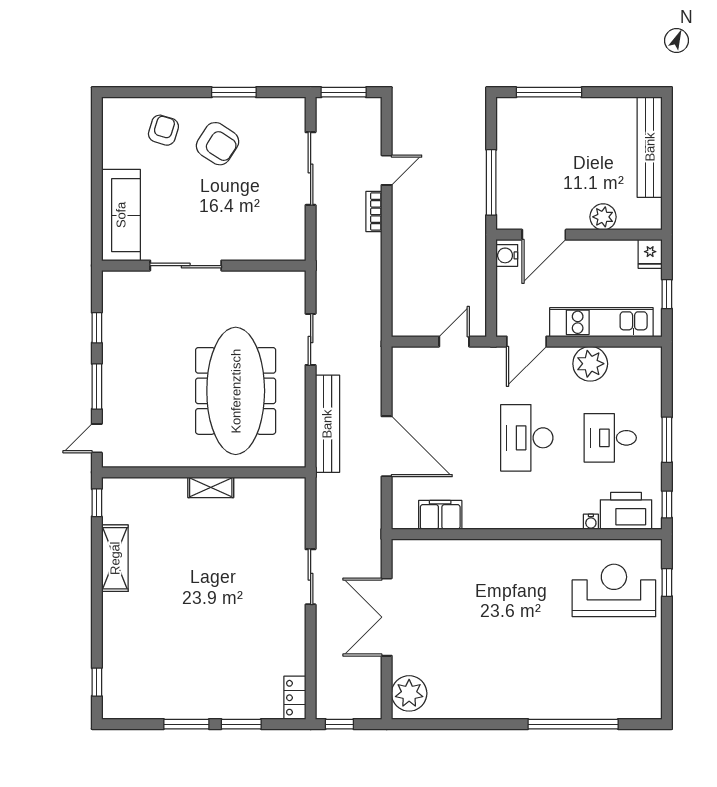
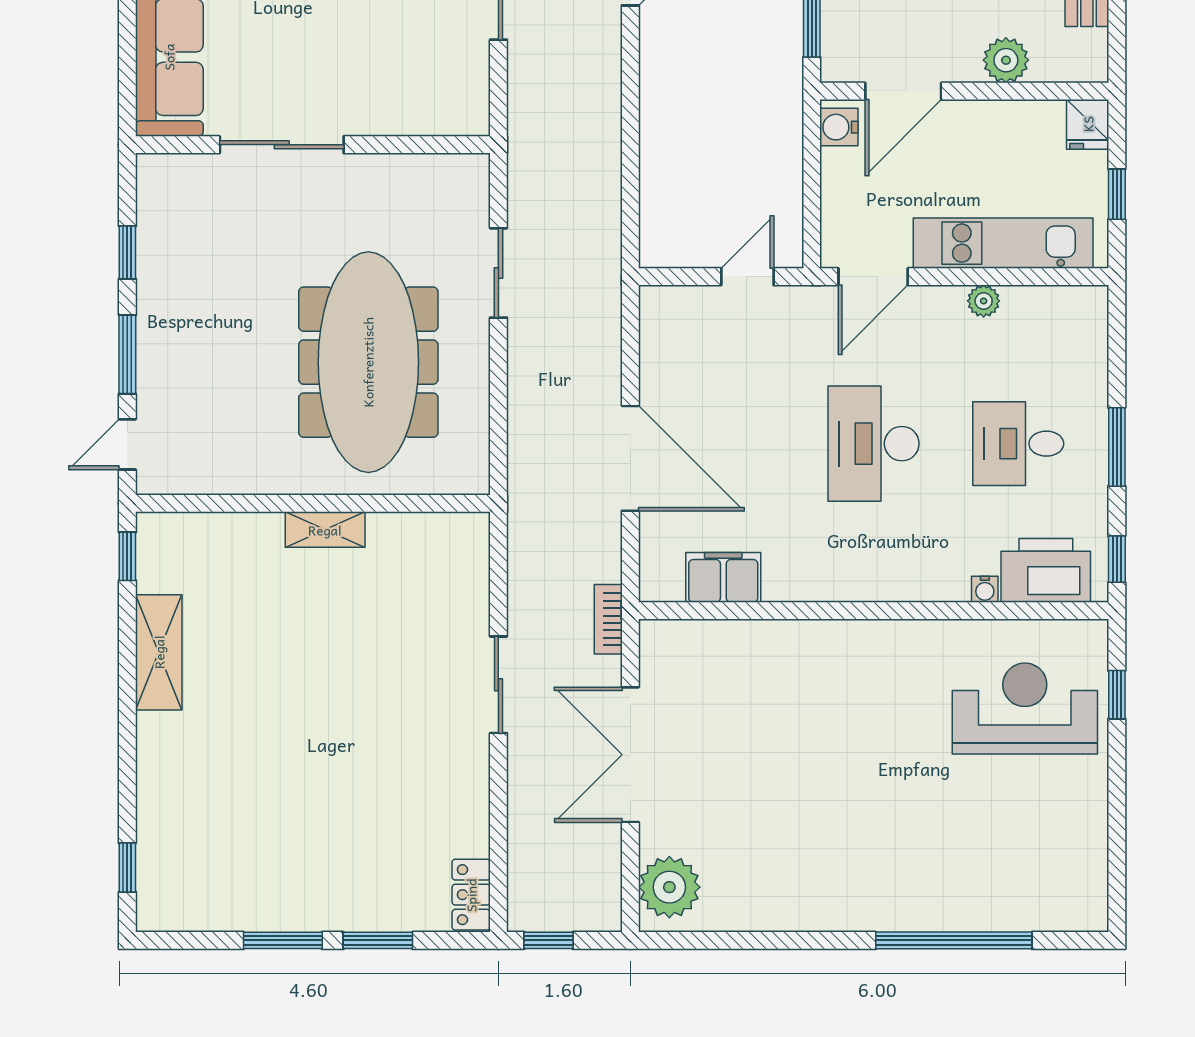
bookcase: (374, 211) -> (608, 619), moved
plant: (590, 364) -> (984, 301), width x0.53, depth x0.53
bench: (327, 424) -> (528, 419), removed

